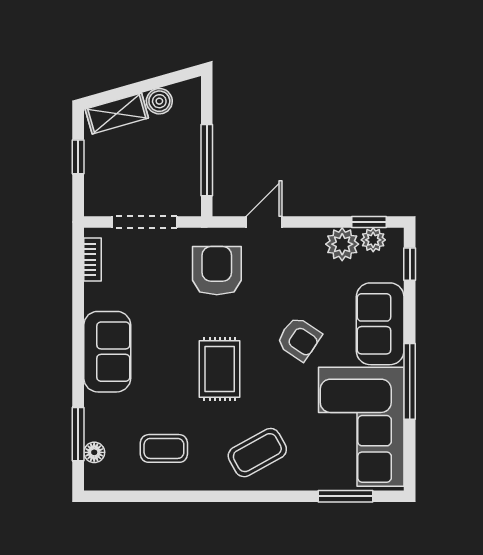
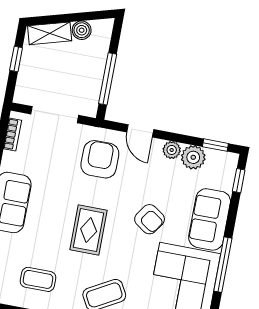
door: (264, 222) -> (140, 131), swing flipped
plant: (373, 240) -> (172, 150), moved

